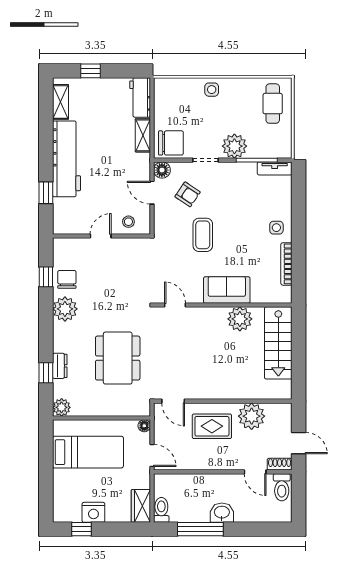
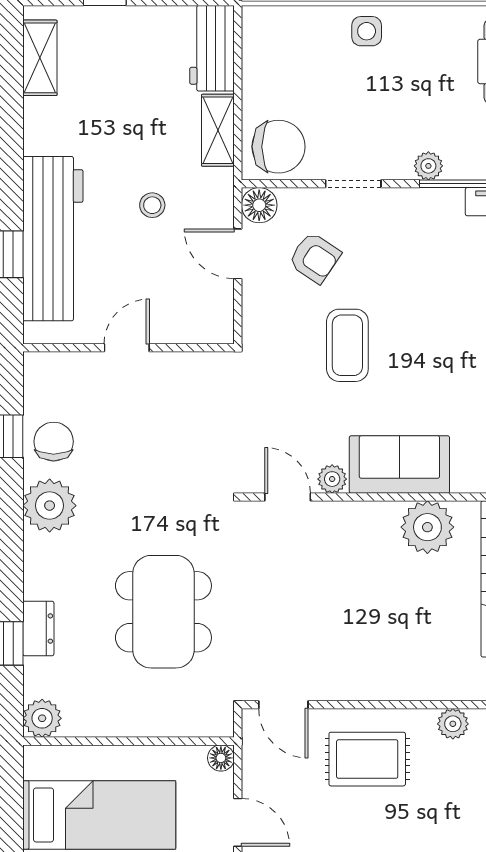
plant: (234, 146) -> (428, 166), width x0.53, depth x0.53
workbench: (67, 159) -> (53, 239), moved
stool: (128, 222) -> (152, 205), moved
plant: (196, 297) -> (332, 479), added
plant: (252, 416) -> (453, 724), width x0.53, depth x0.53

